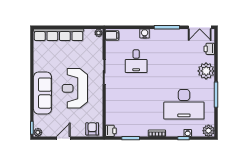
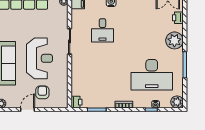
reception desk: (75, 88) -> (39, 58), turned 180
armchair: (92, 129) -> (42, 92), moved

